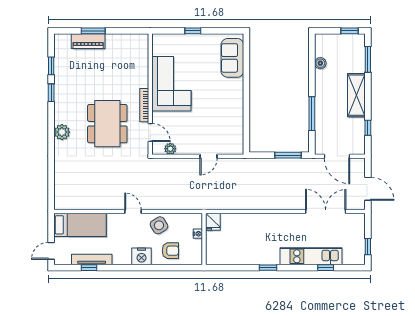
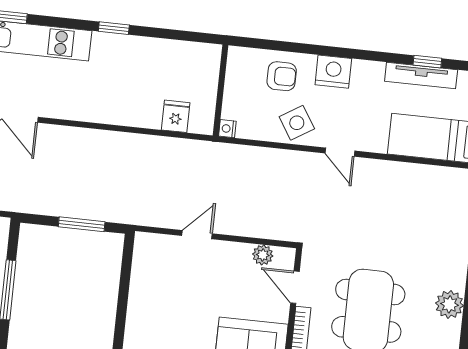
window: (288, 155) -> (82, 224), moved
fridge: (213, 222) -> (176, 116), moved
nightstand: (198, 234) -> (227, 129), moved
armchair: (170, 251) -> (282, 76), turned 180

